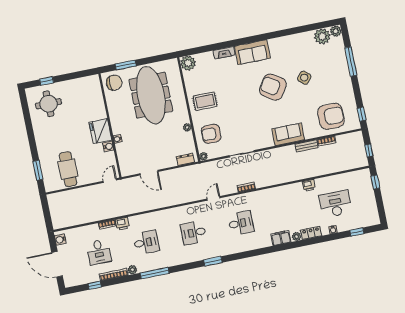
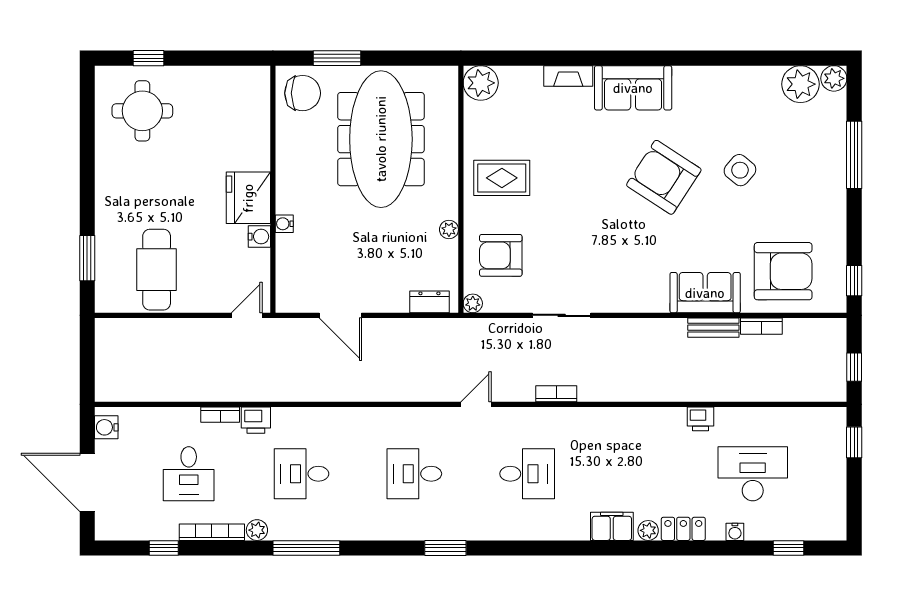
sofa: (288, 134) -> (705, 293), moved
desk: (146, 242) -> (301, 474), turned 180

